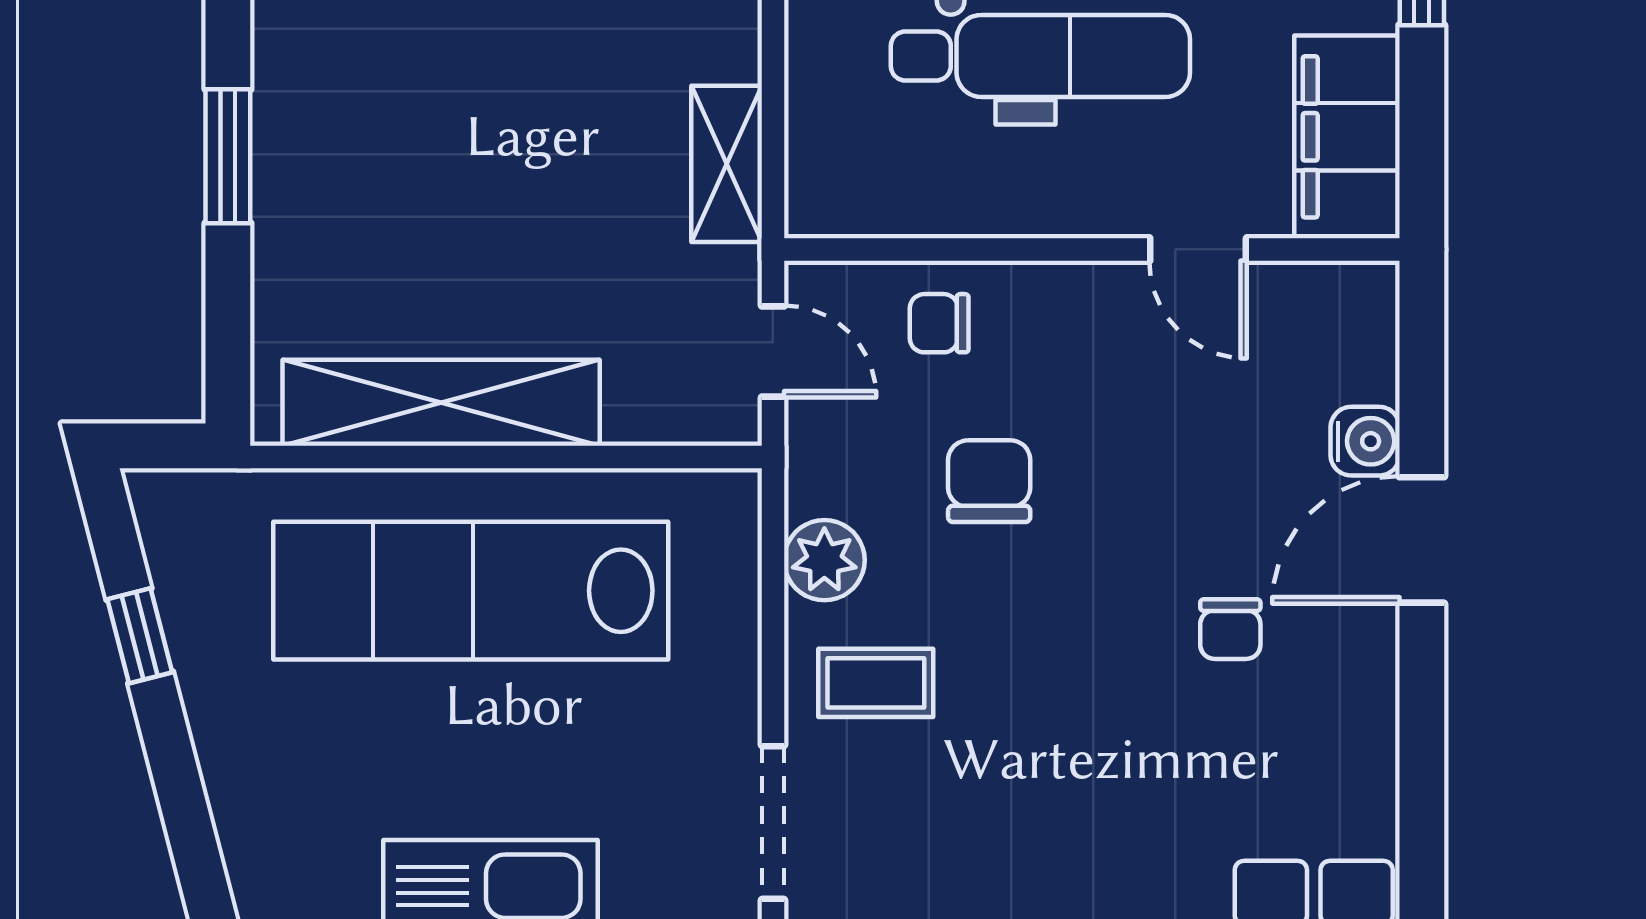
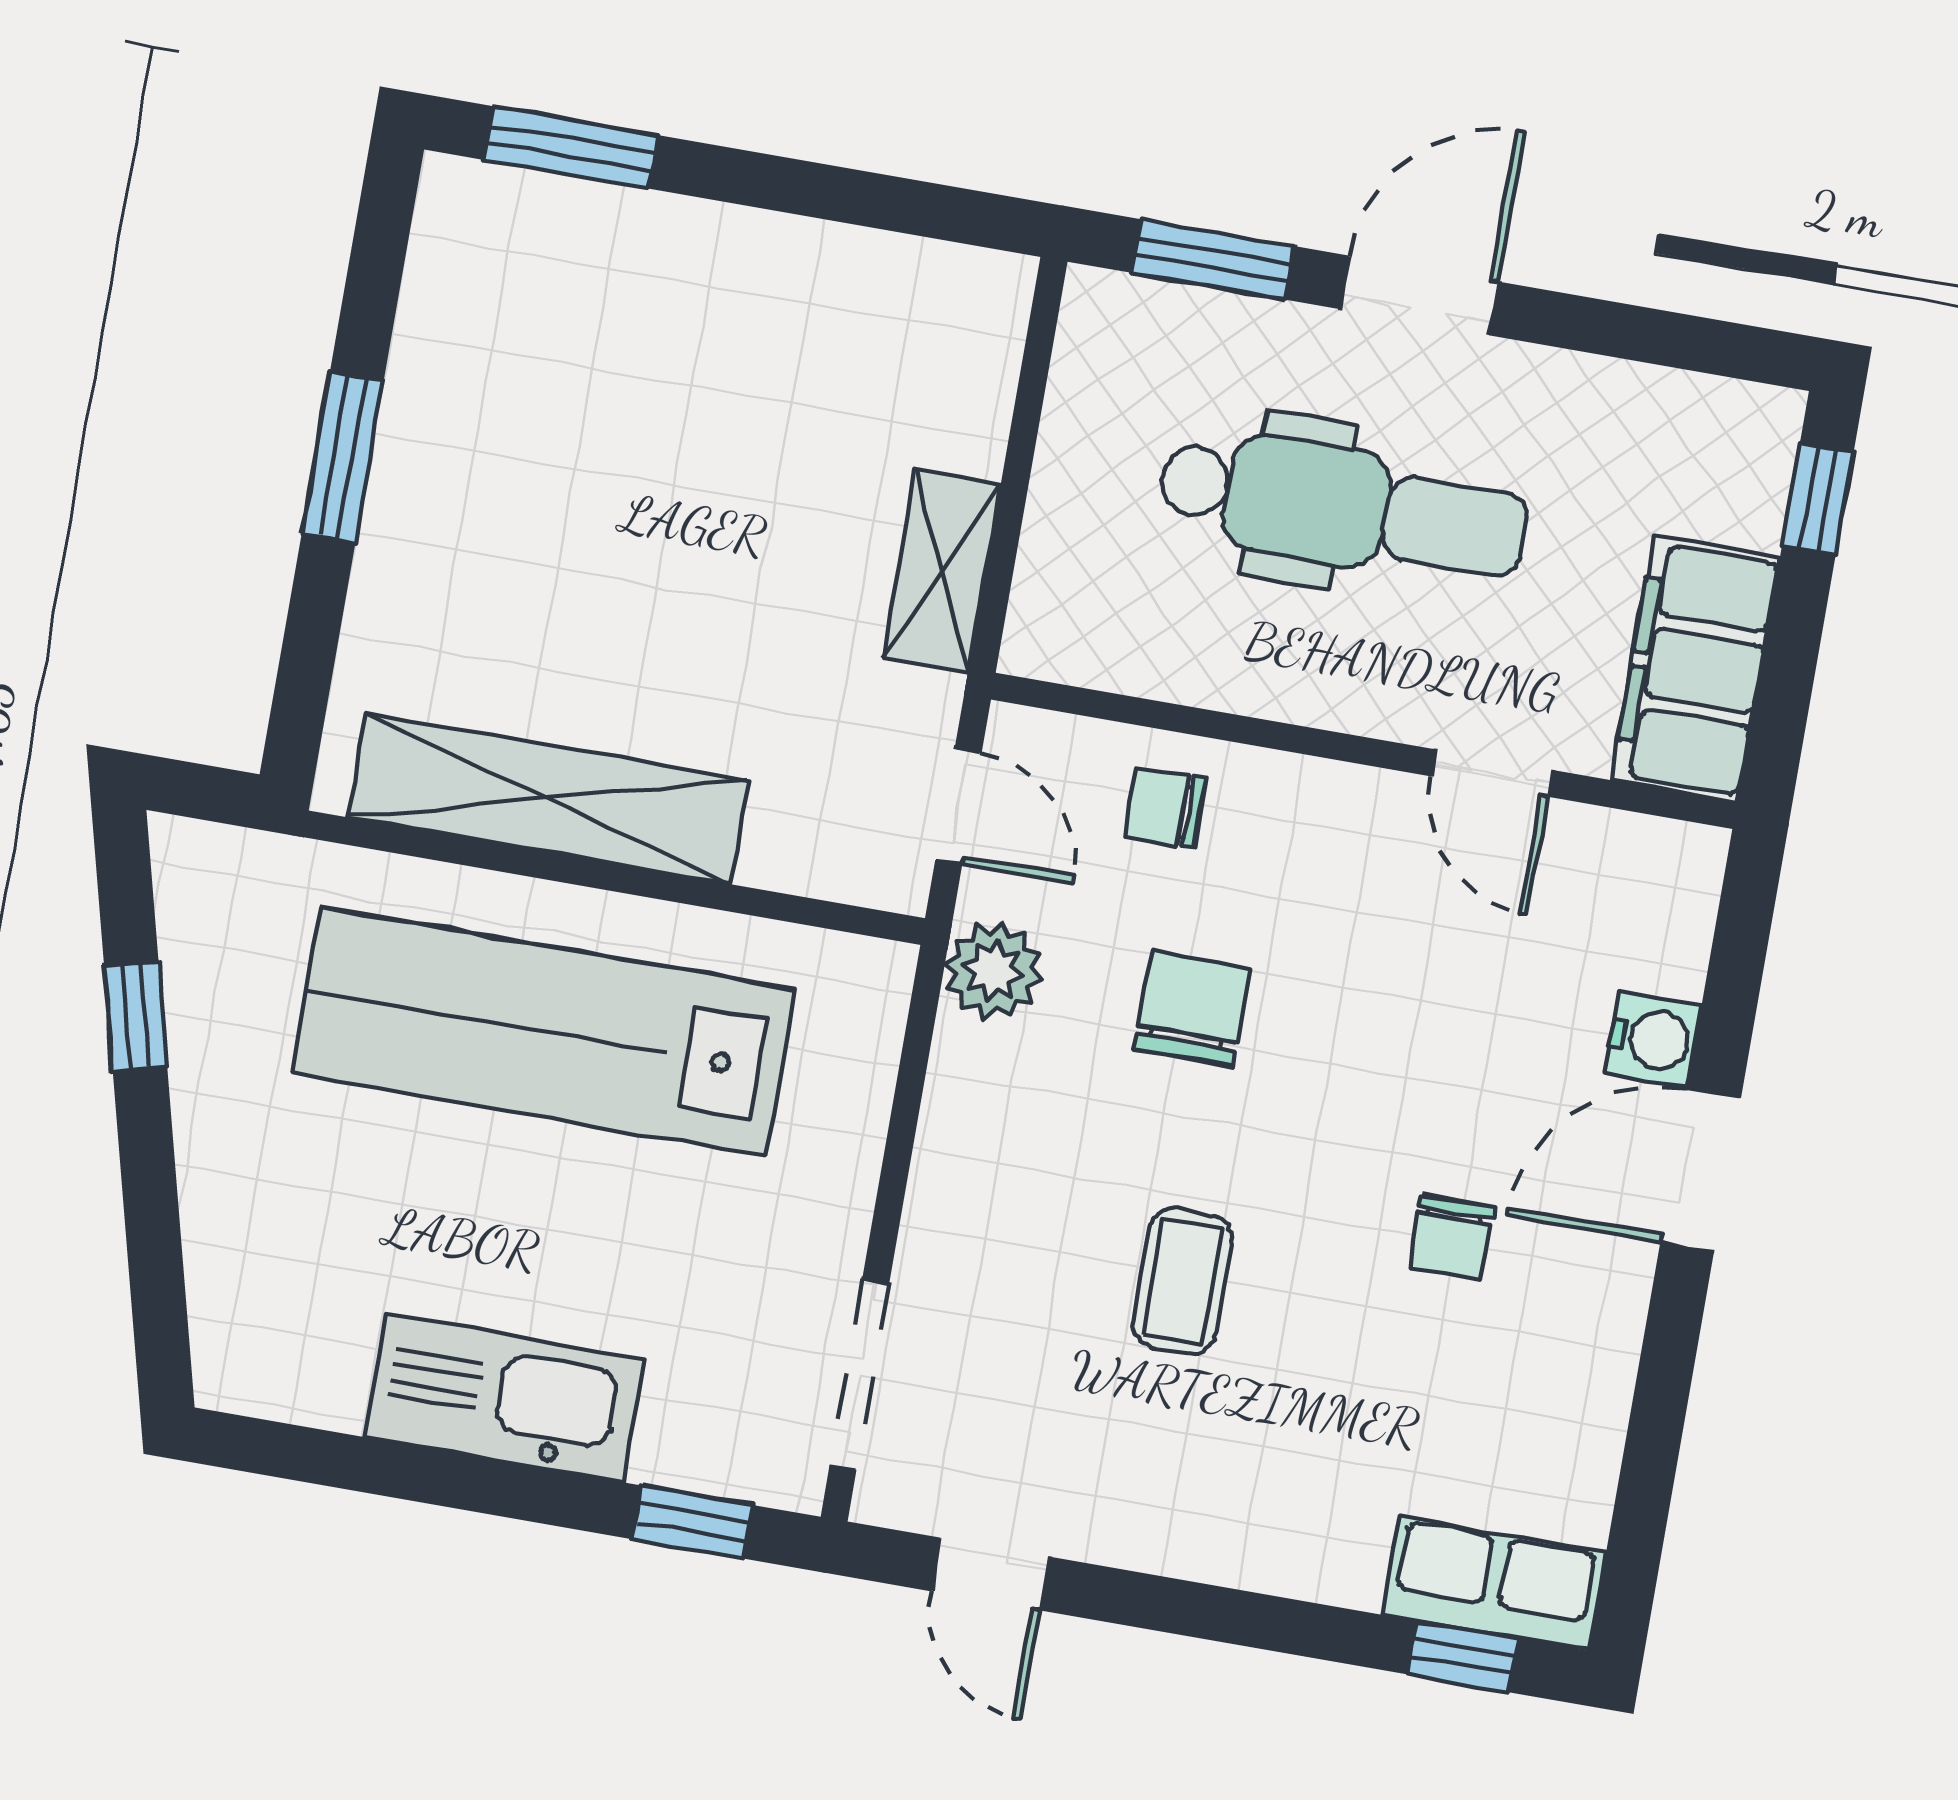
plant: (824, 560) -> (994, 971), moved
coffee table: (876, 683) -> (1183, 1281), moved, turned 90

